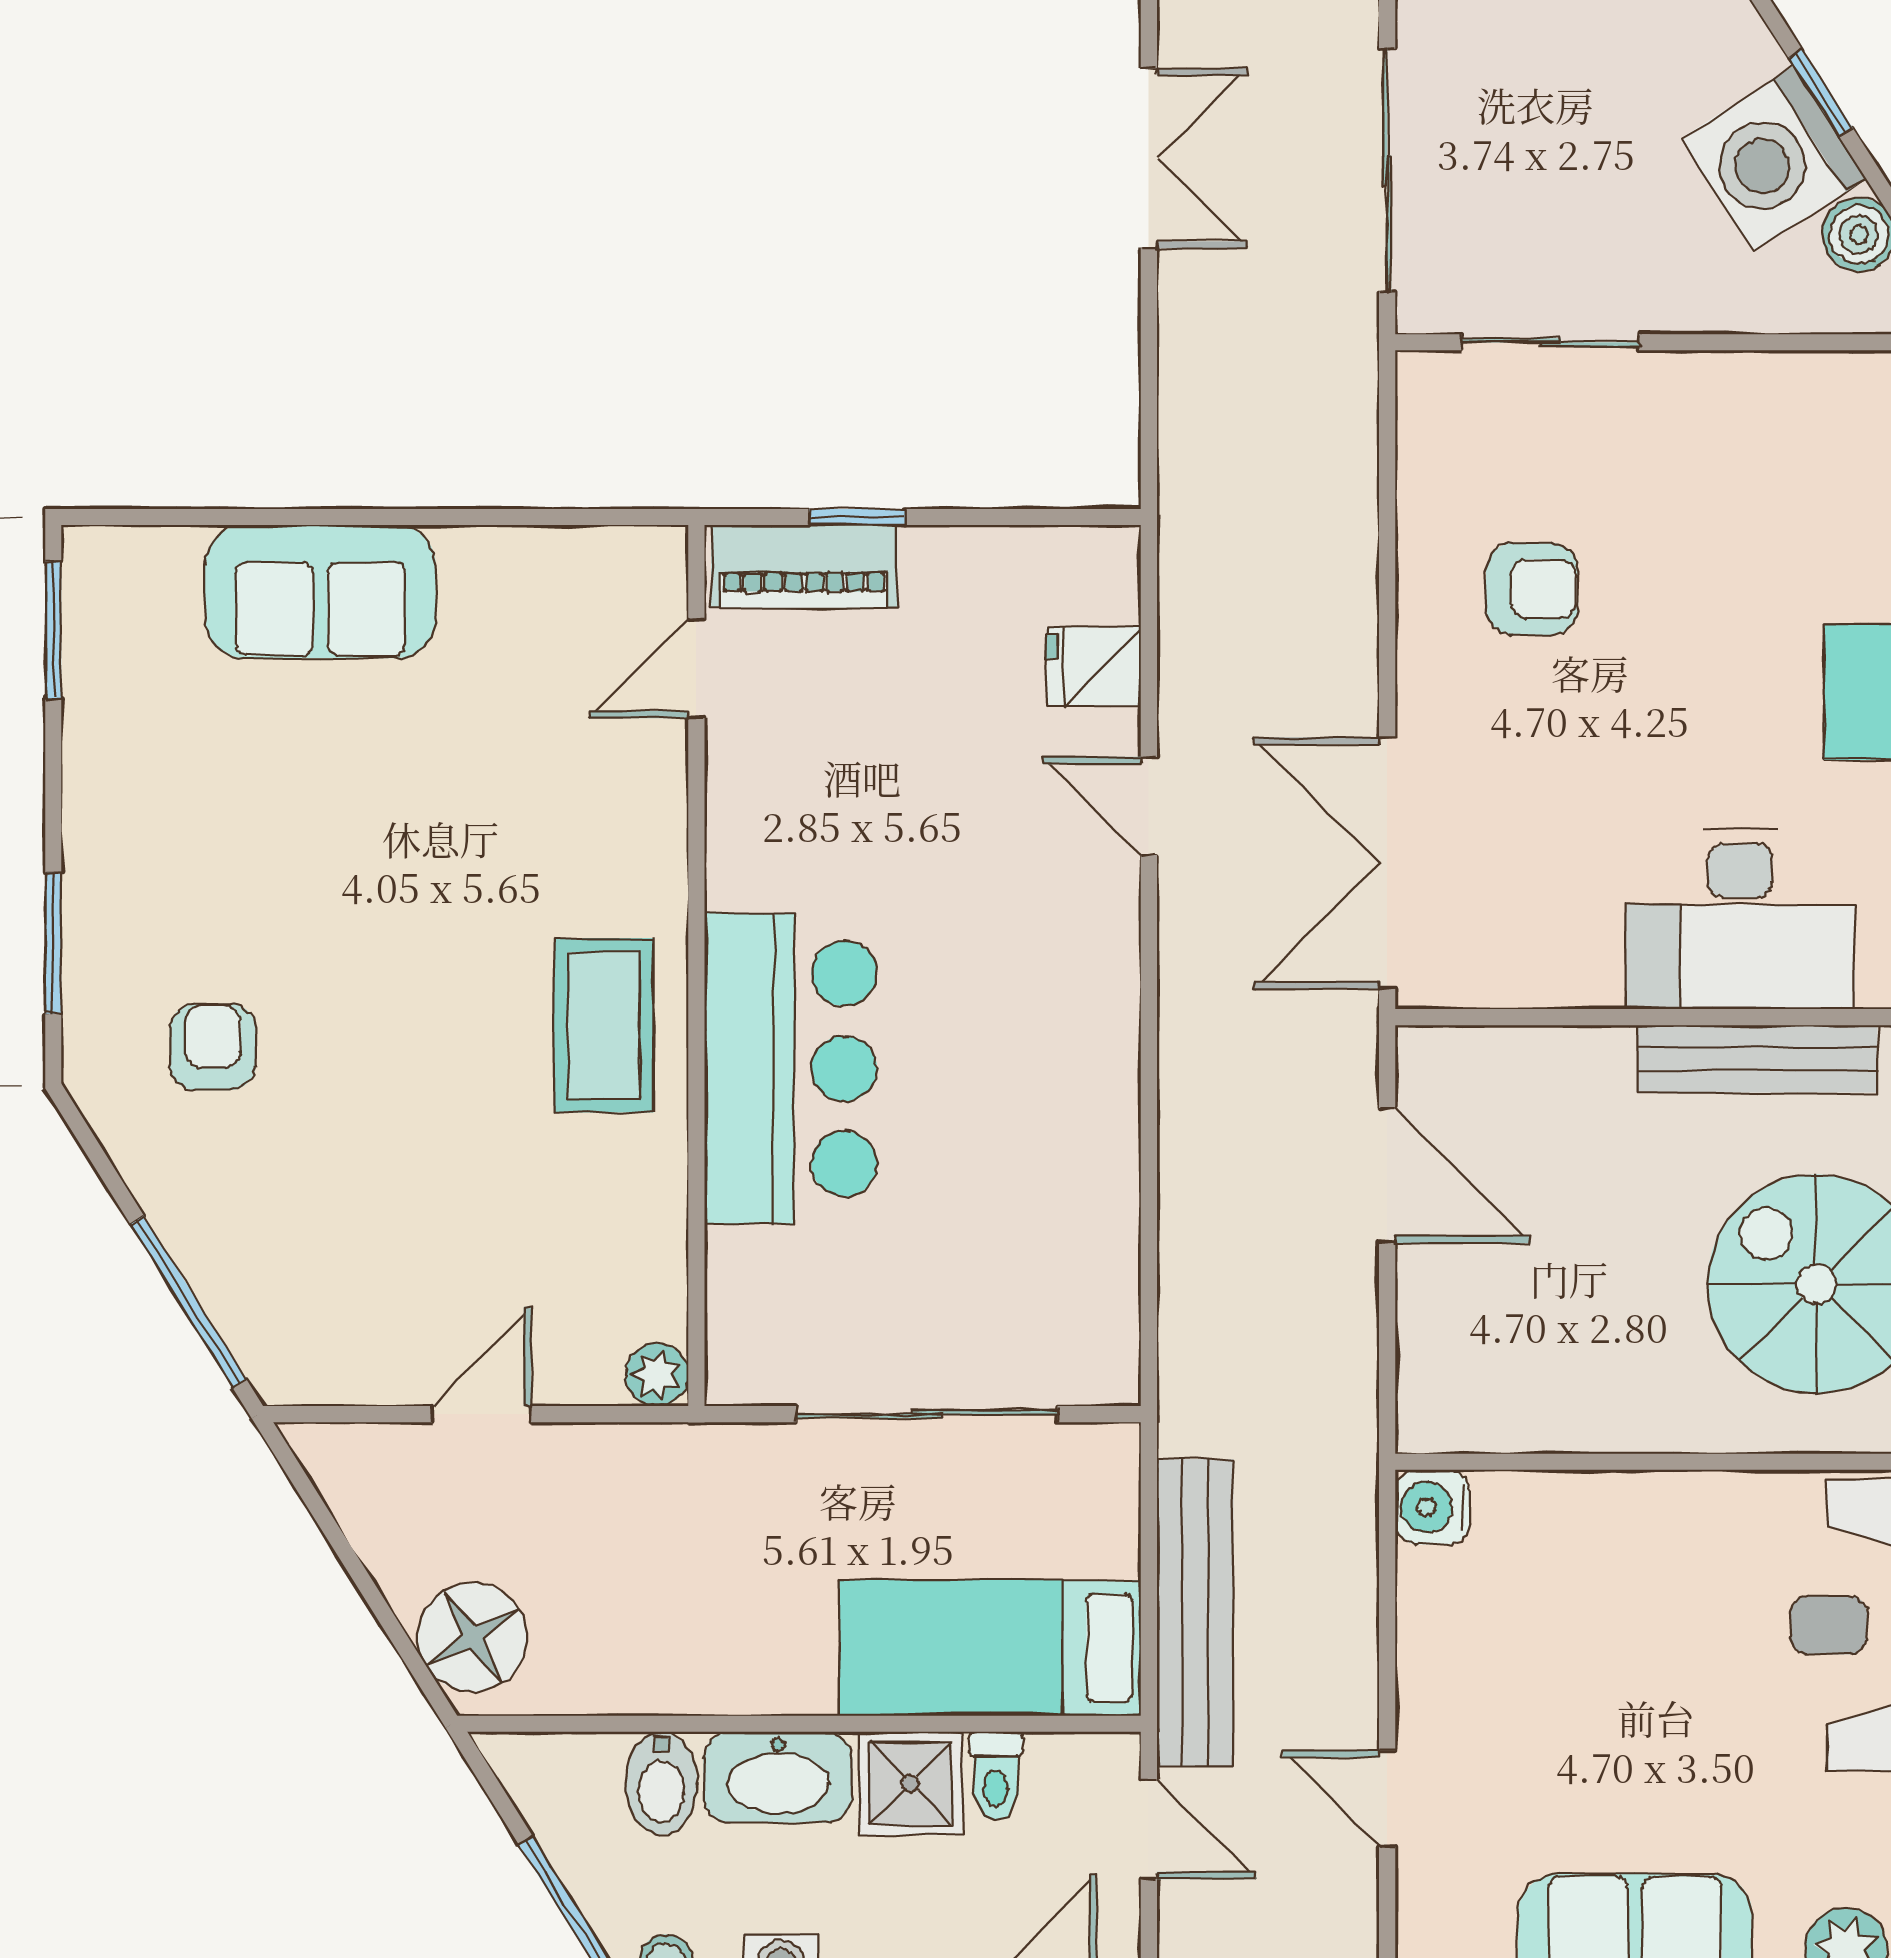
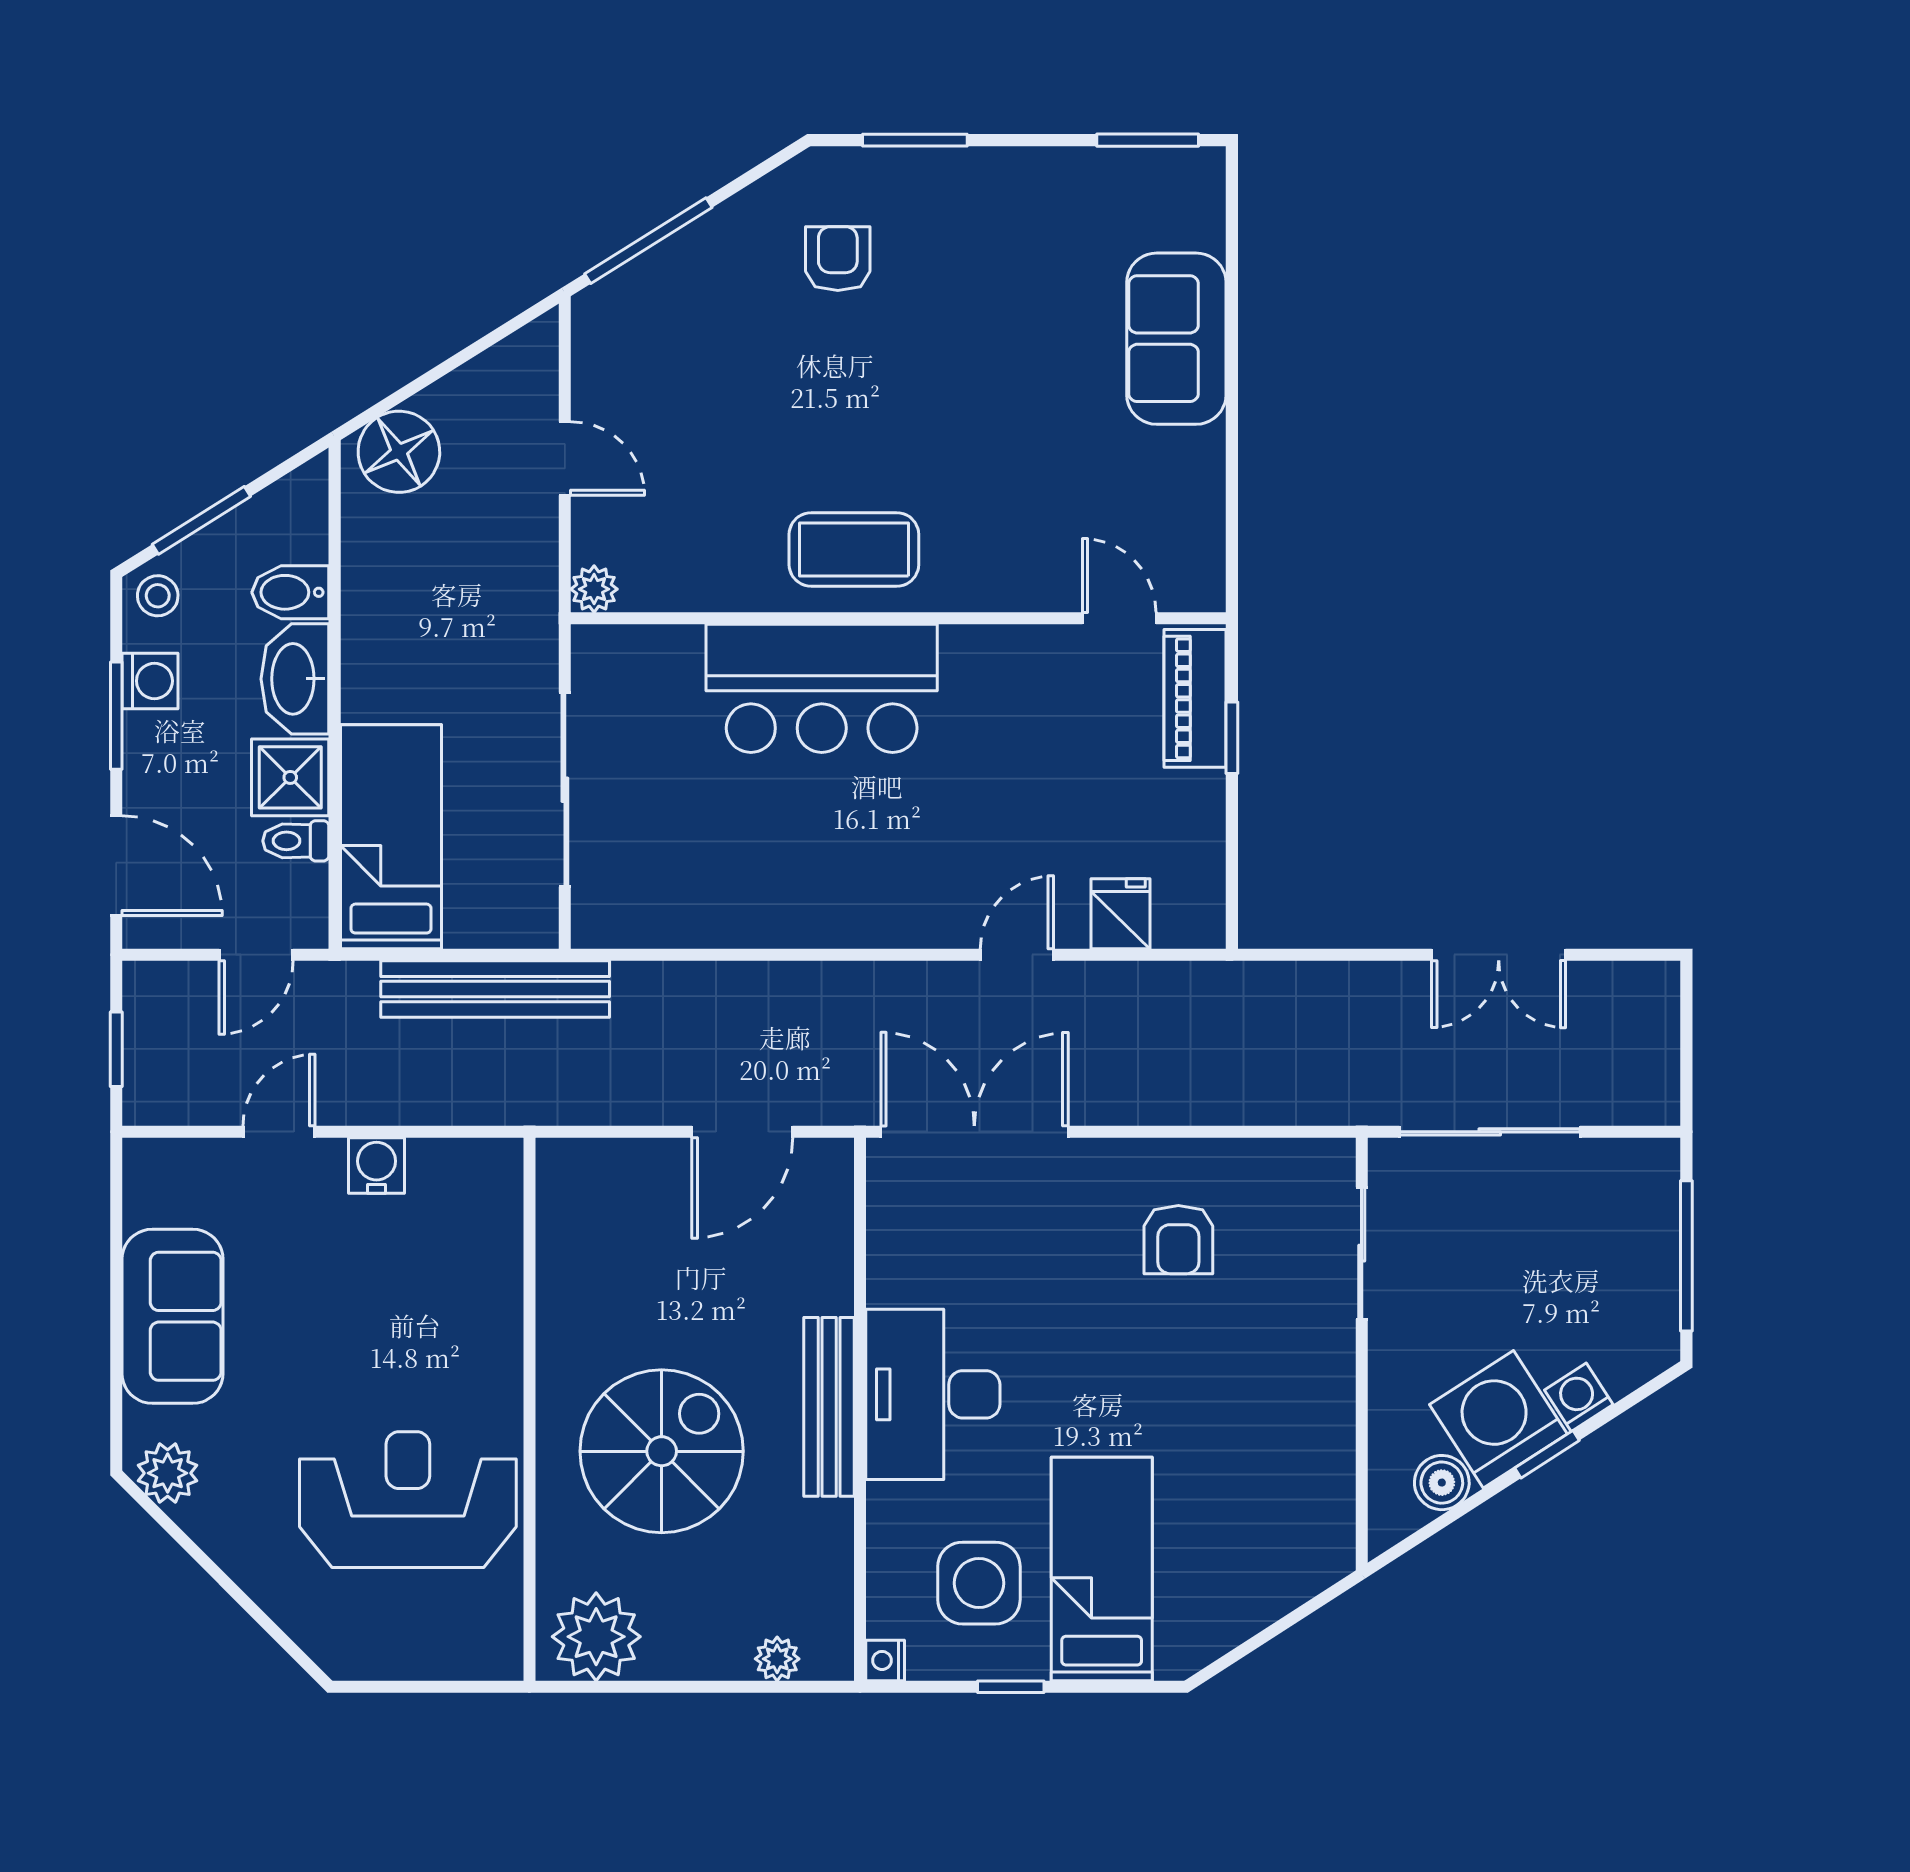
washing machine: (1744, 50) -> (1579, 1397), added
armchair: (213, 1047) -> (838, 259), turned -90
water cooler: (1432, 1507) -> (377, 1166), moved
bench: (1195, 1613) -> (495, 989), moved

